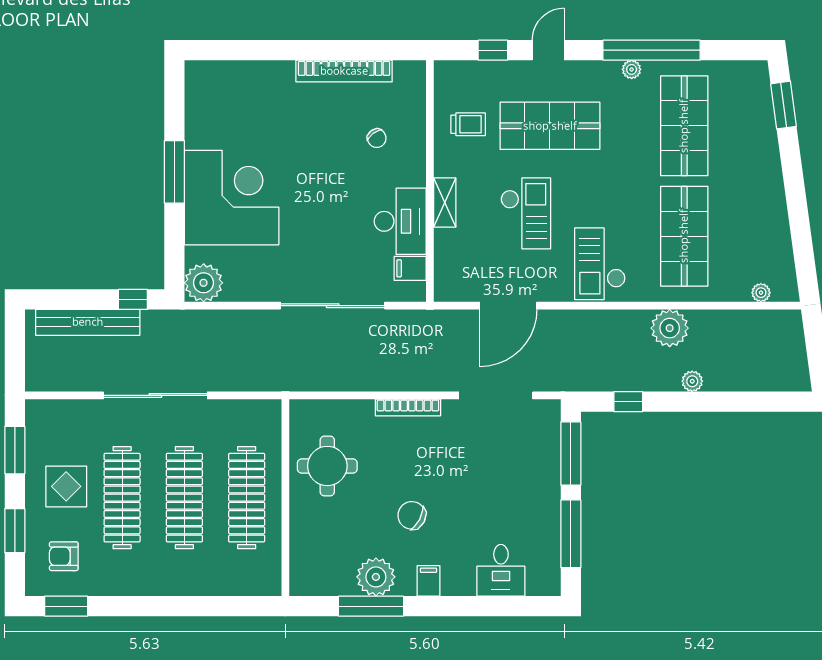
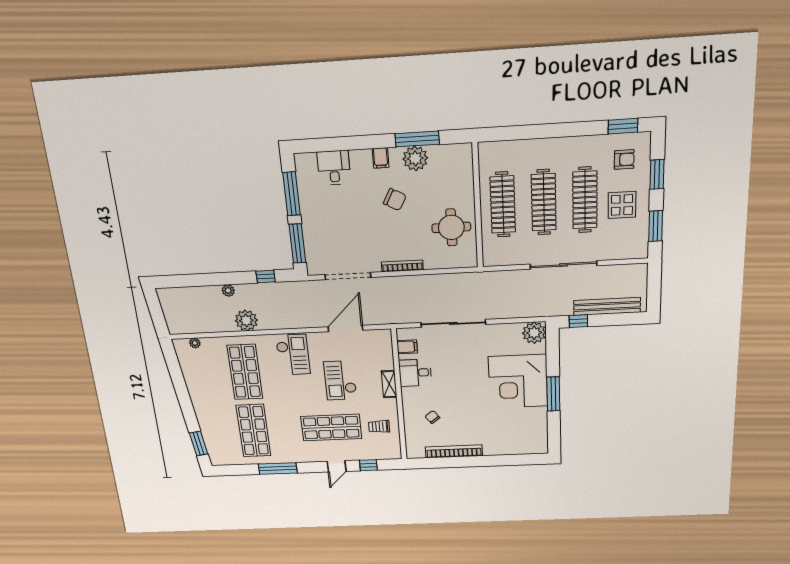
window: (651, 50) -> (278, 468), width x0.68
plant: (632, 69) -> (288, 458), removed
desk: (400, 221) -> (415, 373), width x0.73

